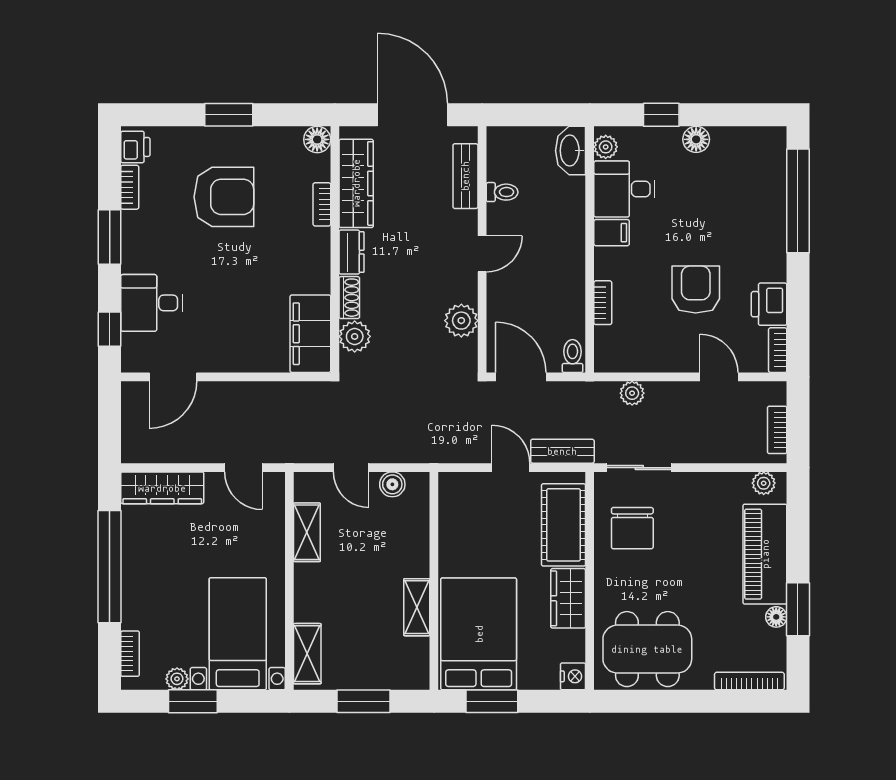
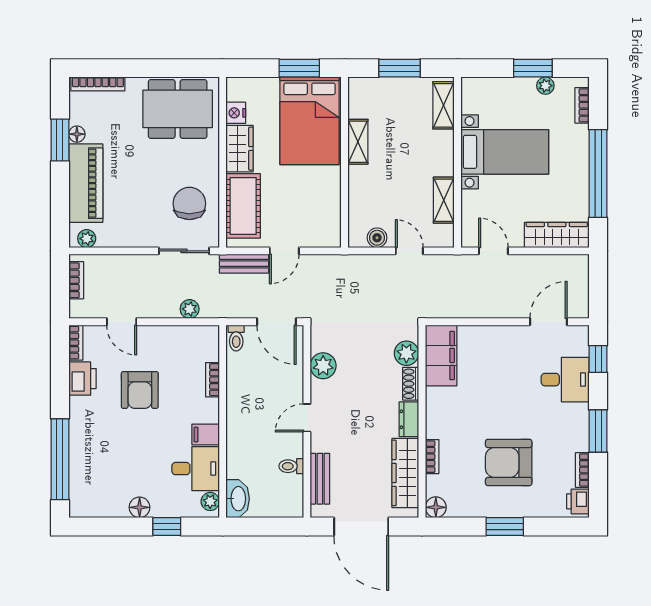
door: (511, 468) -> (284, 251), hinge flipped
bed with nightstands: (238, 634) -> (505, 152), moved, turned -90
nightstand: (573, 676) -> (236, 113), moved

